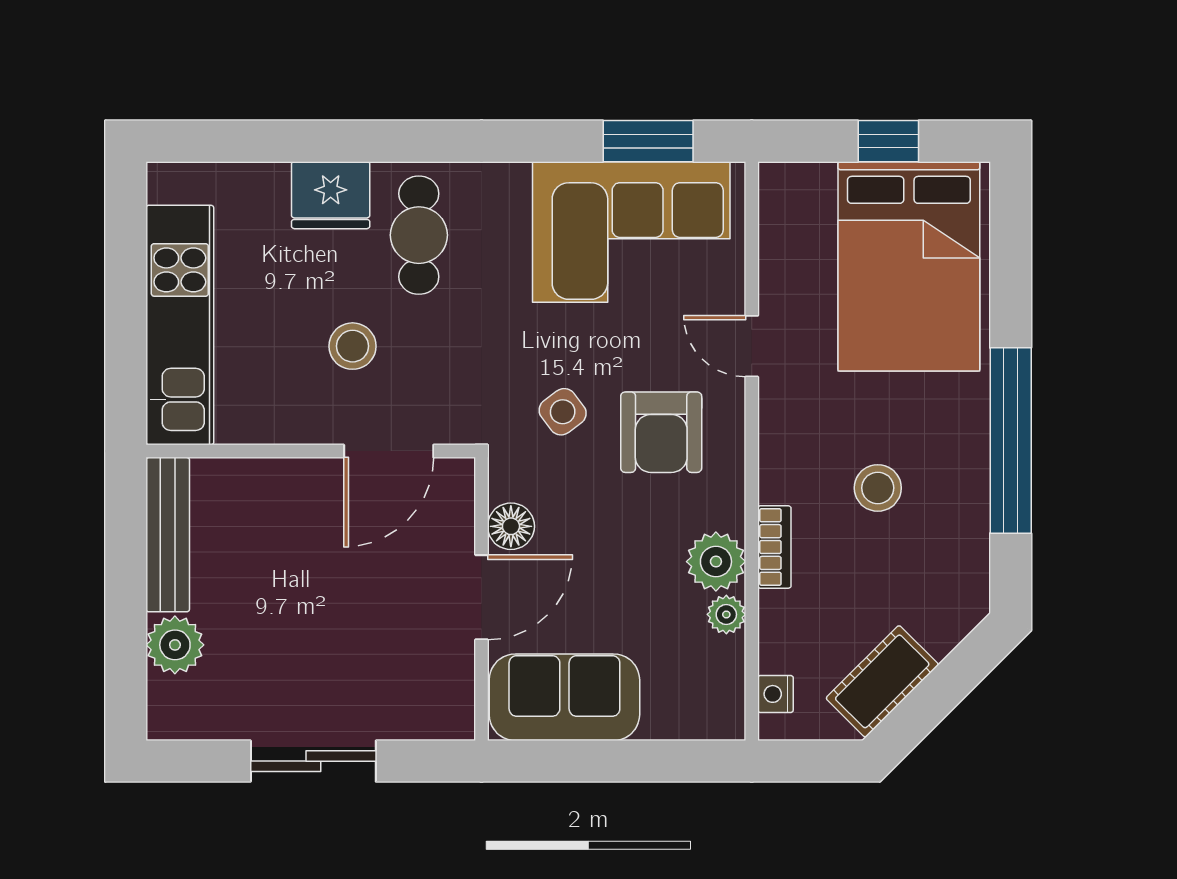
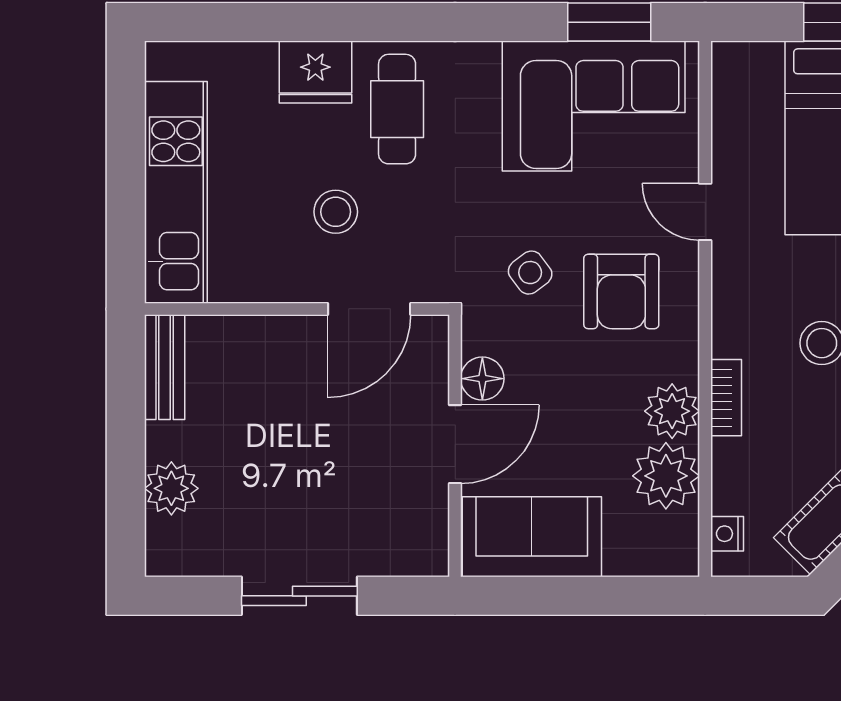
bench: (168, 535) -> (165, 367), width x0.73
plant: (726, 614) -> (666, 476), width x1.88, depth x1.88

